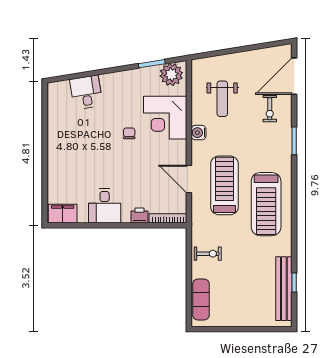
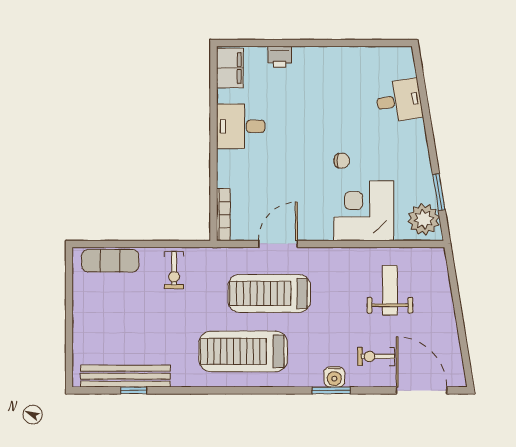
weight bench: (222, 99) -> (390, 290), turned 90
water cooler: (199, 133) -> (334, 377), moved, turned 180
treadmill: (224, 185) -> (269, 293), turned 180
printer: (140, 216) -> (280, 57), moved, turned 90

